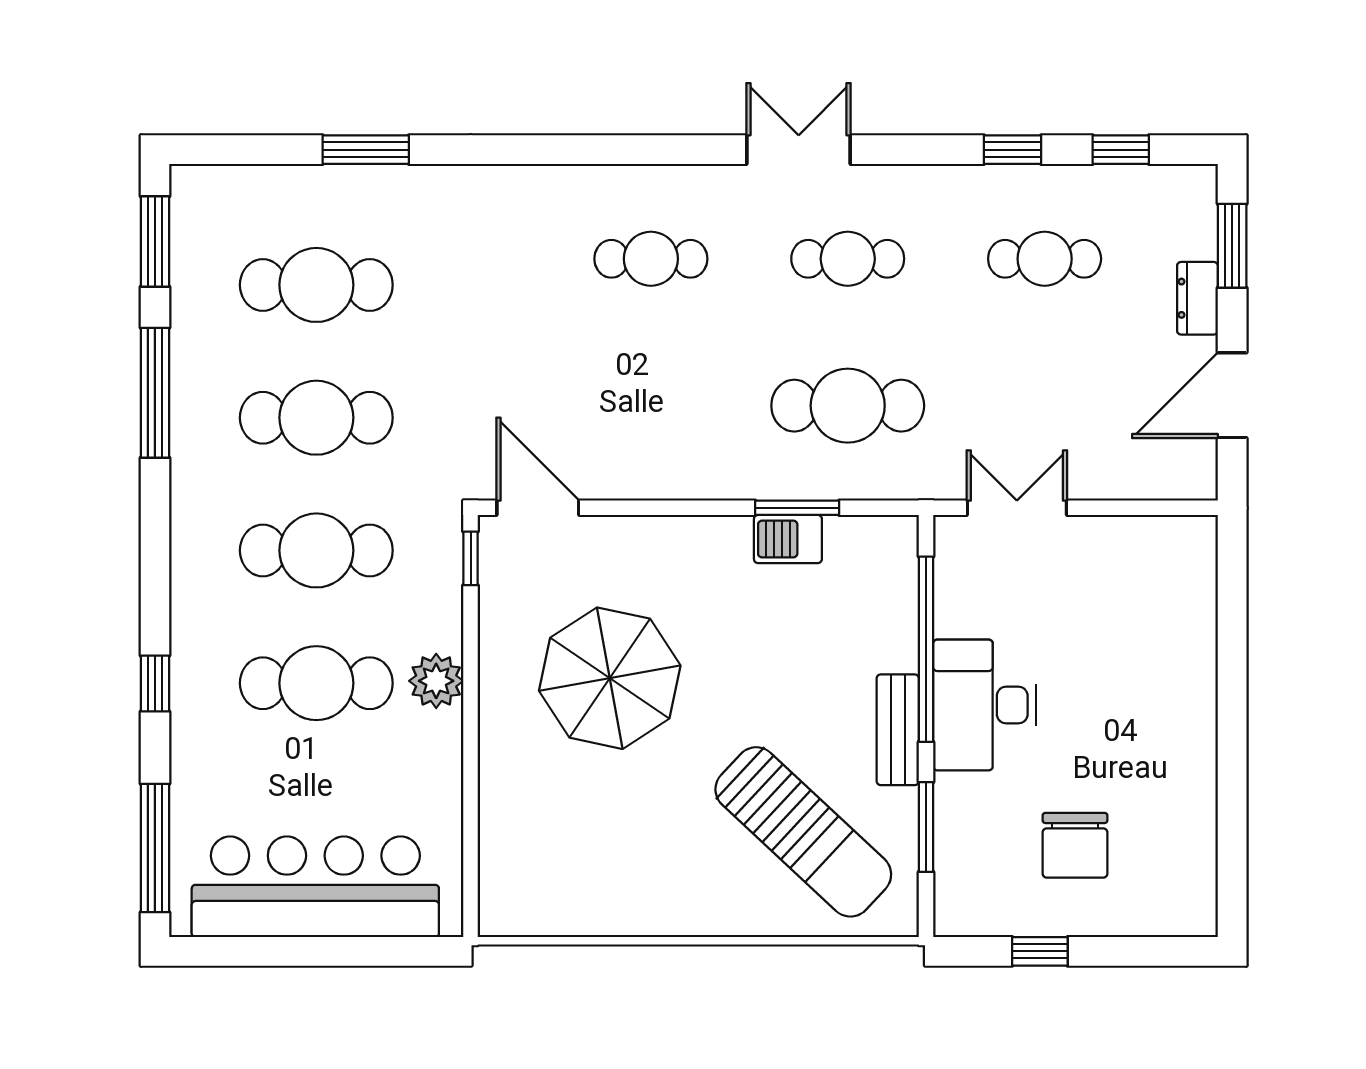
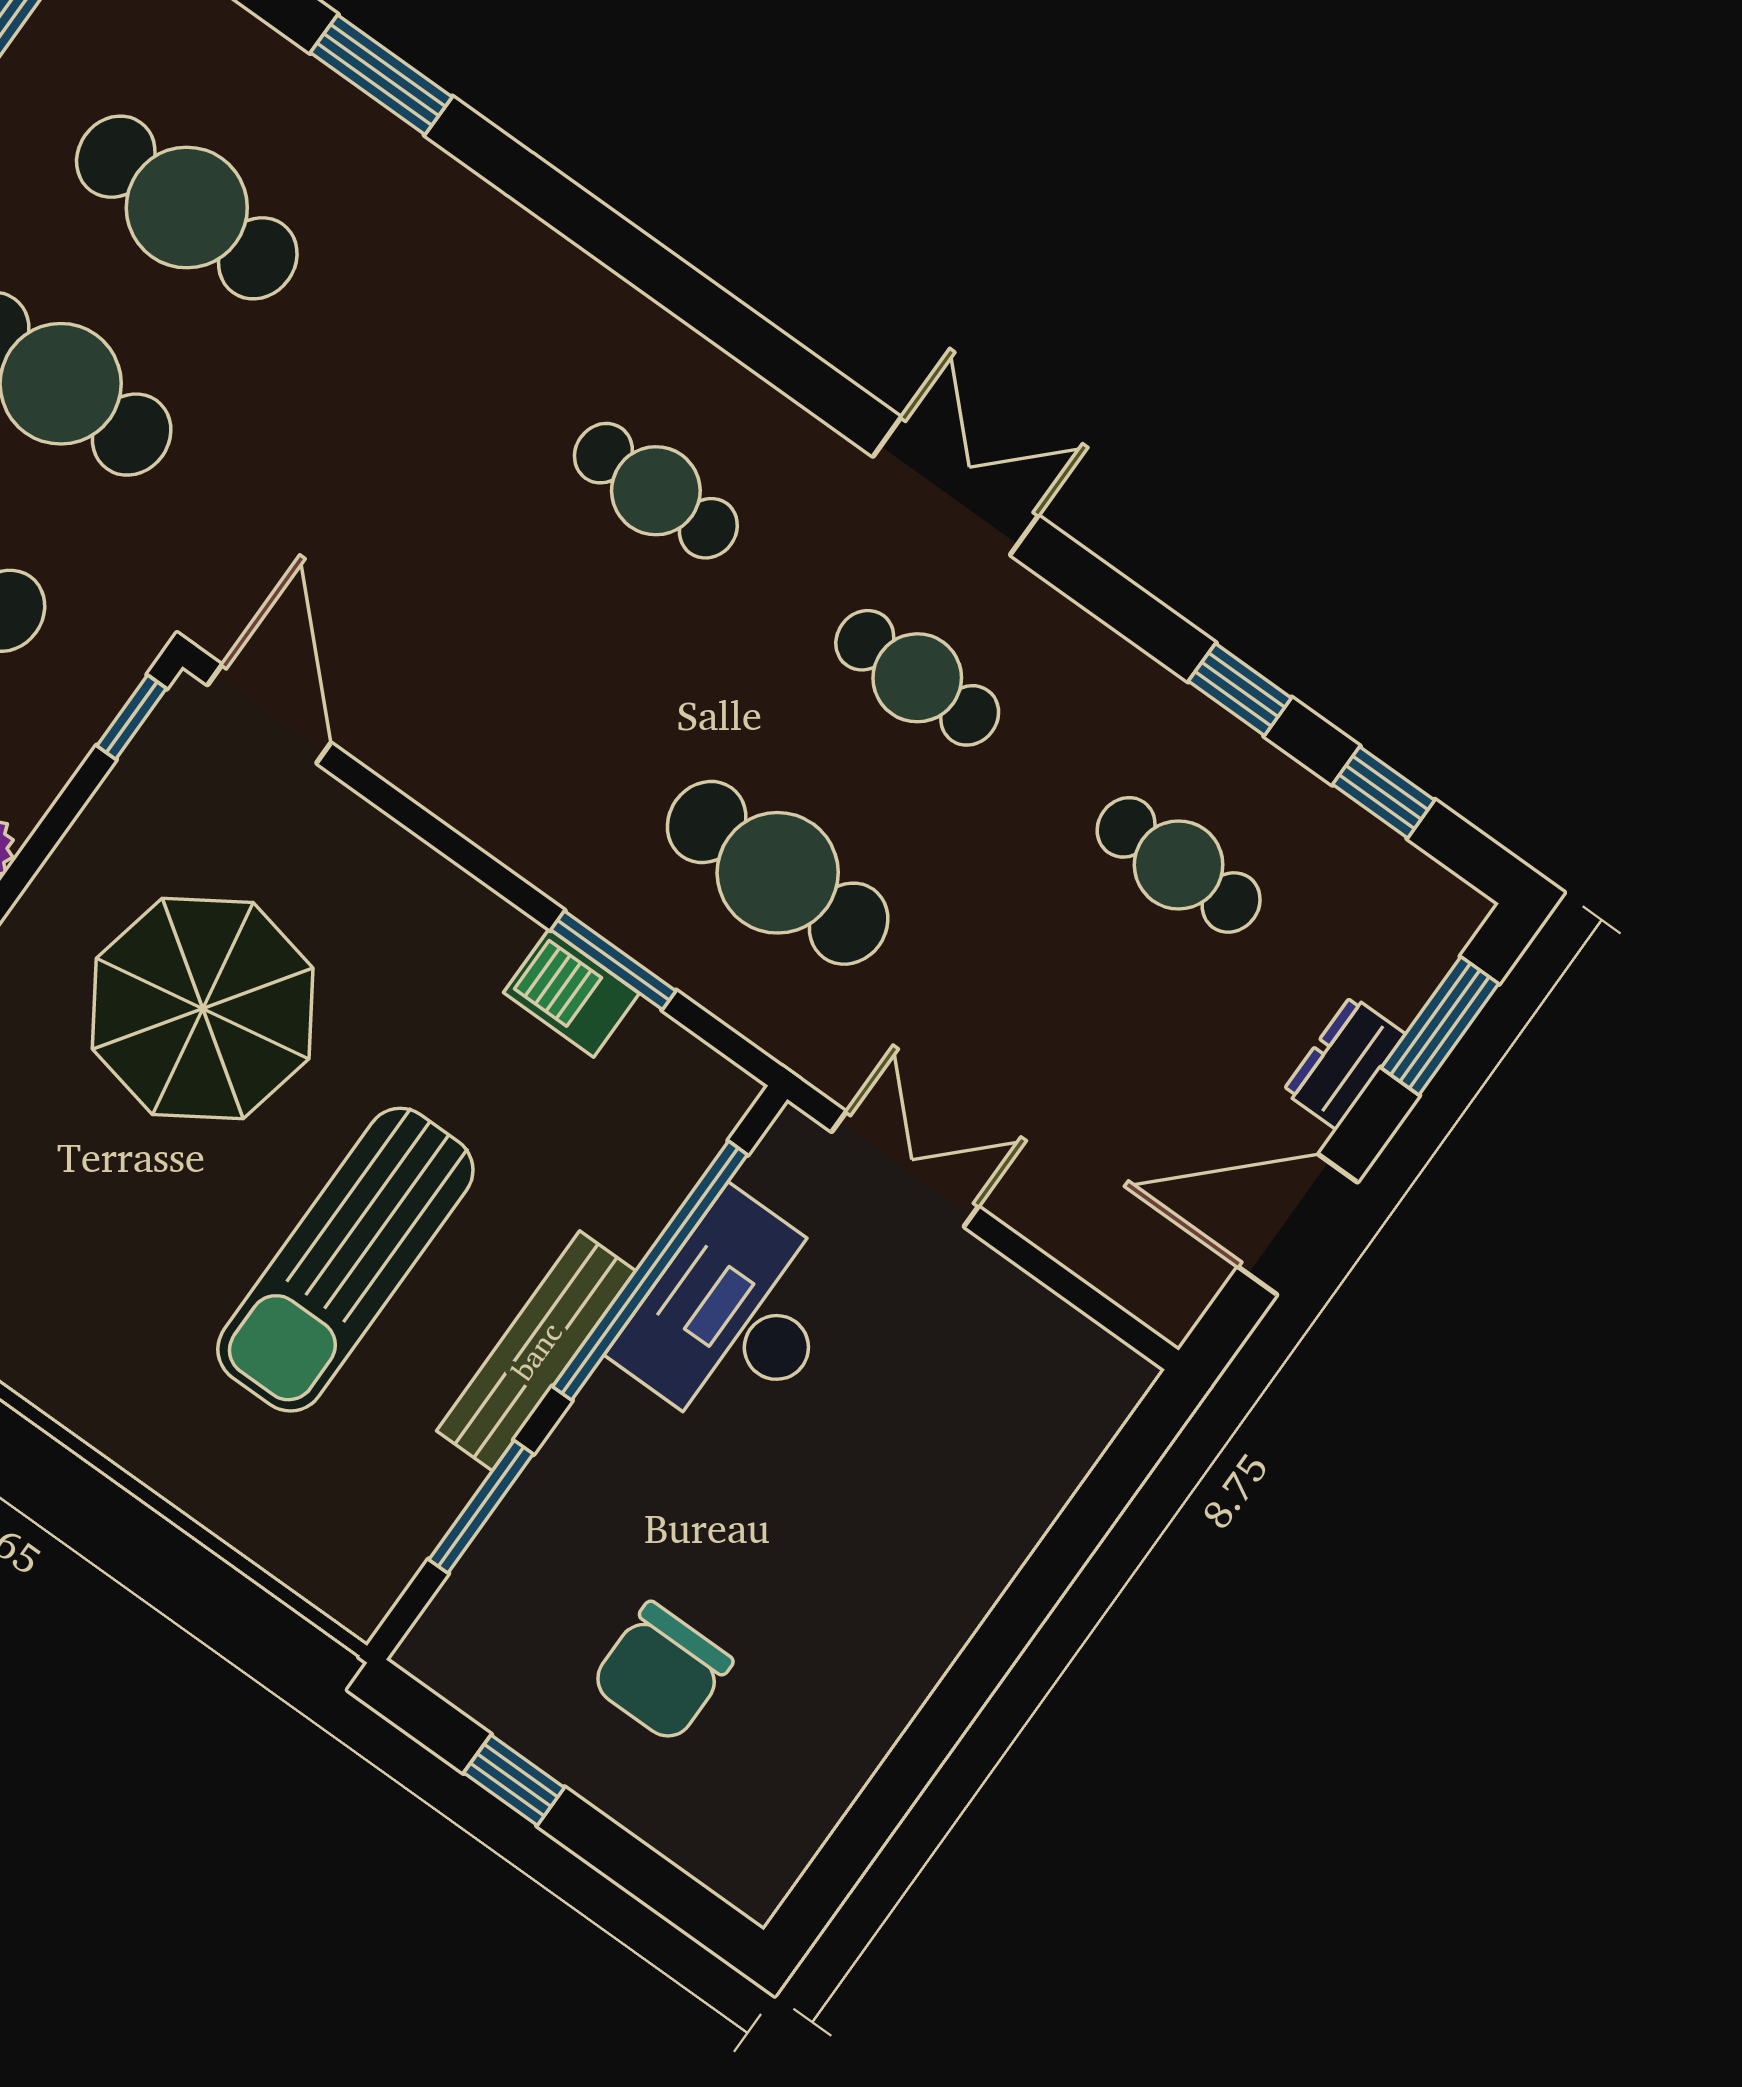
desk: (984, 705) -> (734, 1317), moved
bench: (898, 730) -> (536, 1351), width x1.36
sun lounger: (803, 832) -> (345, 1260), moved, turned 47

